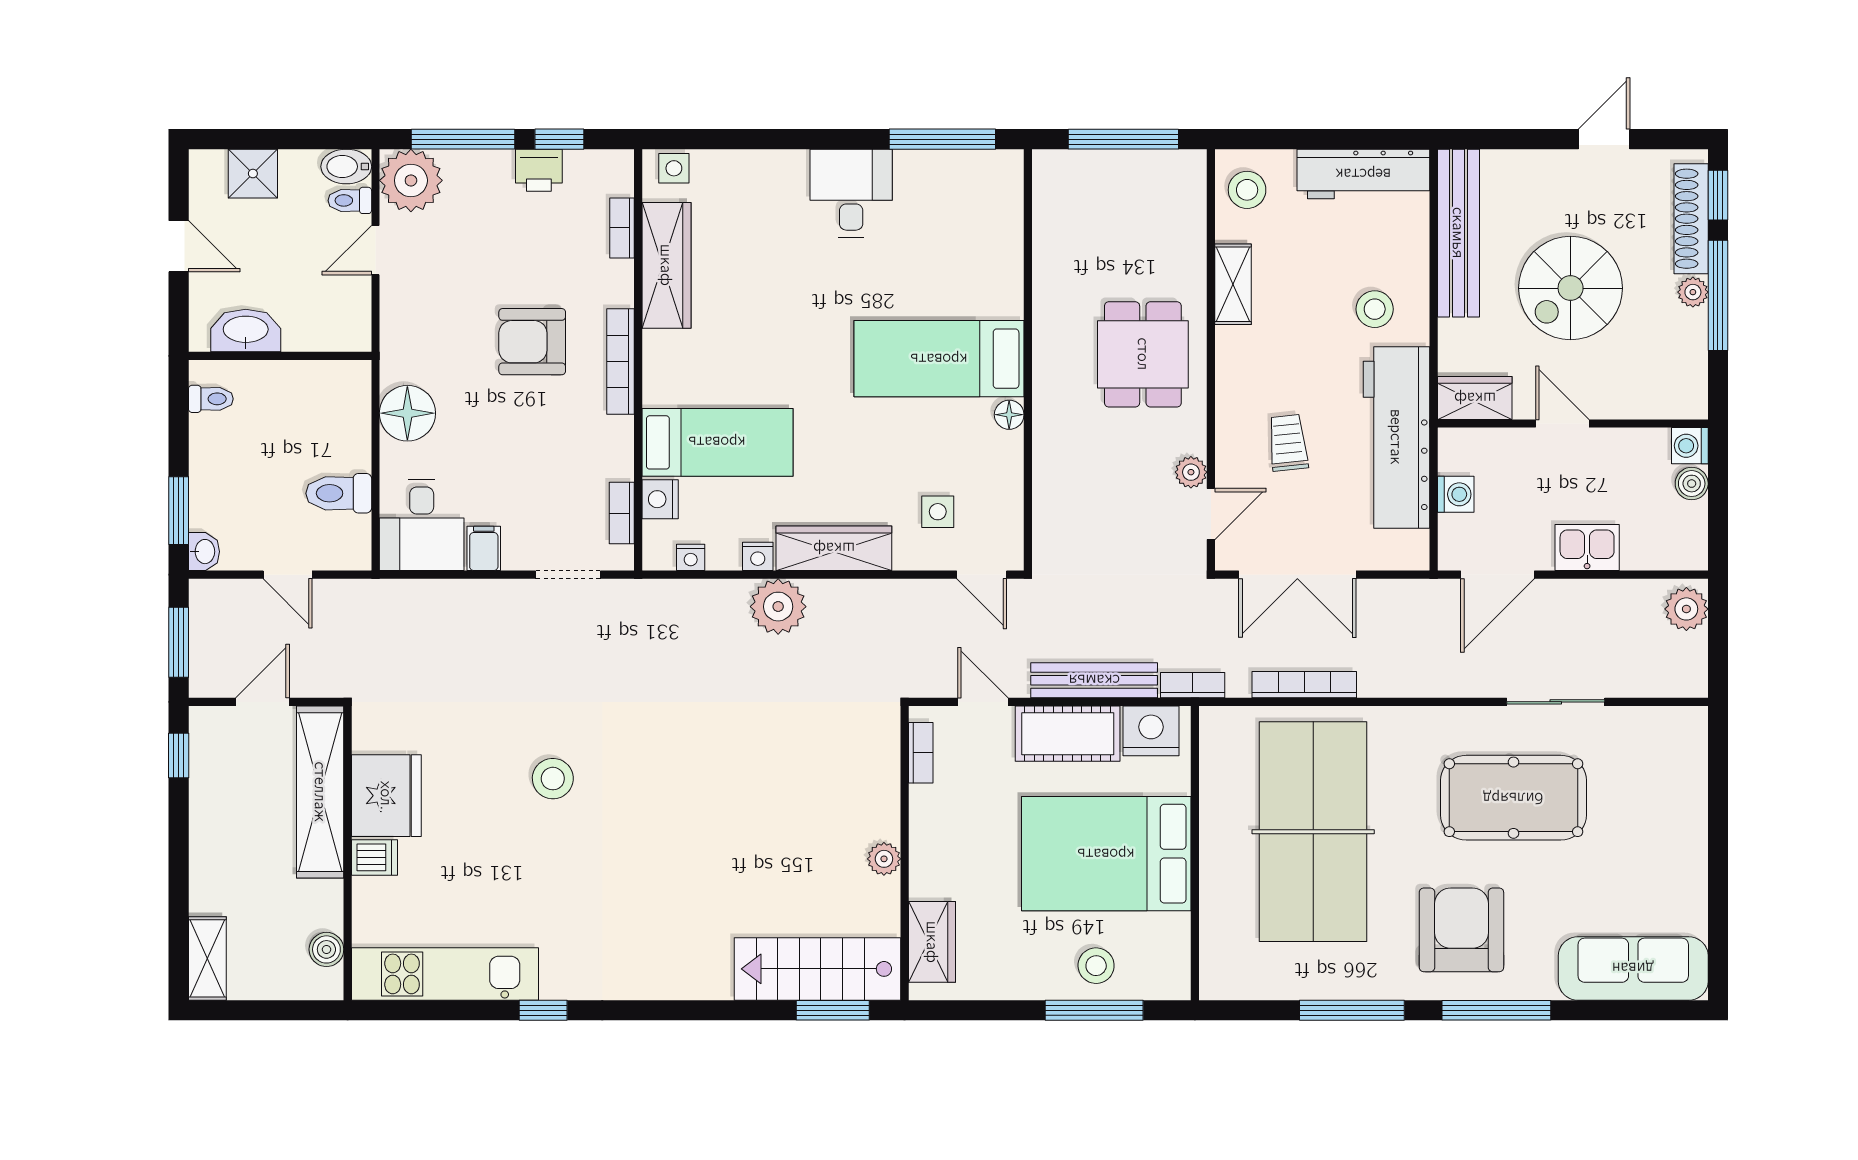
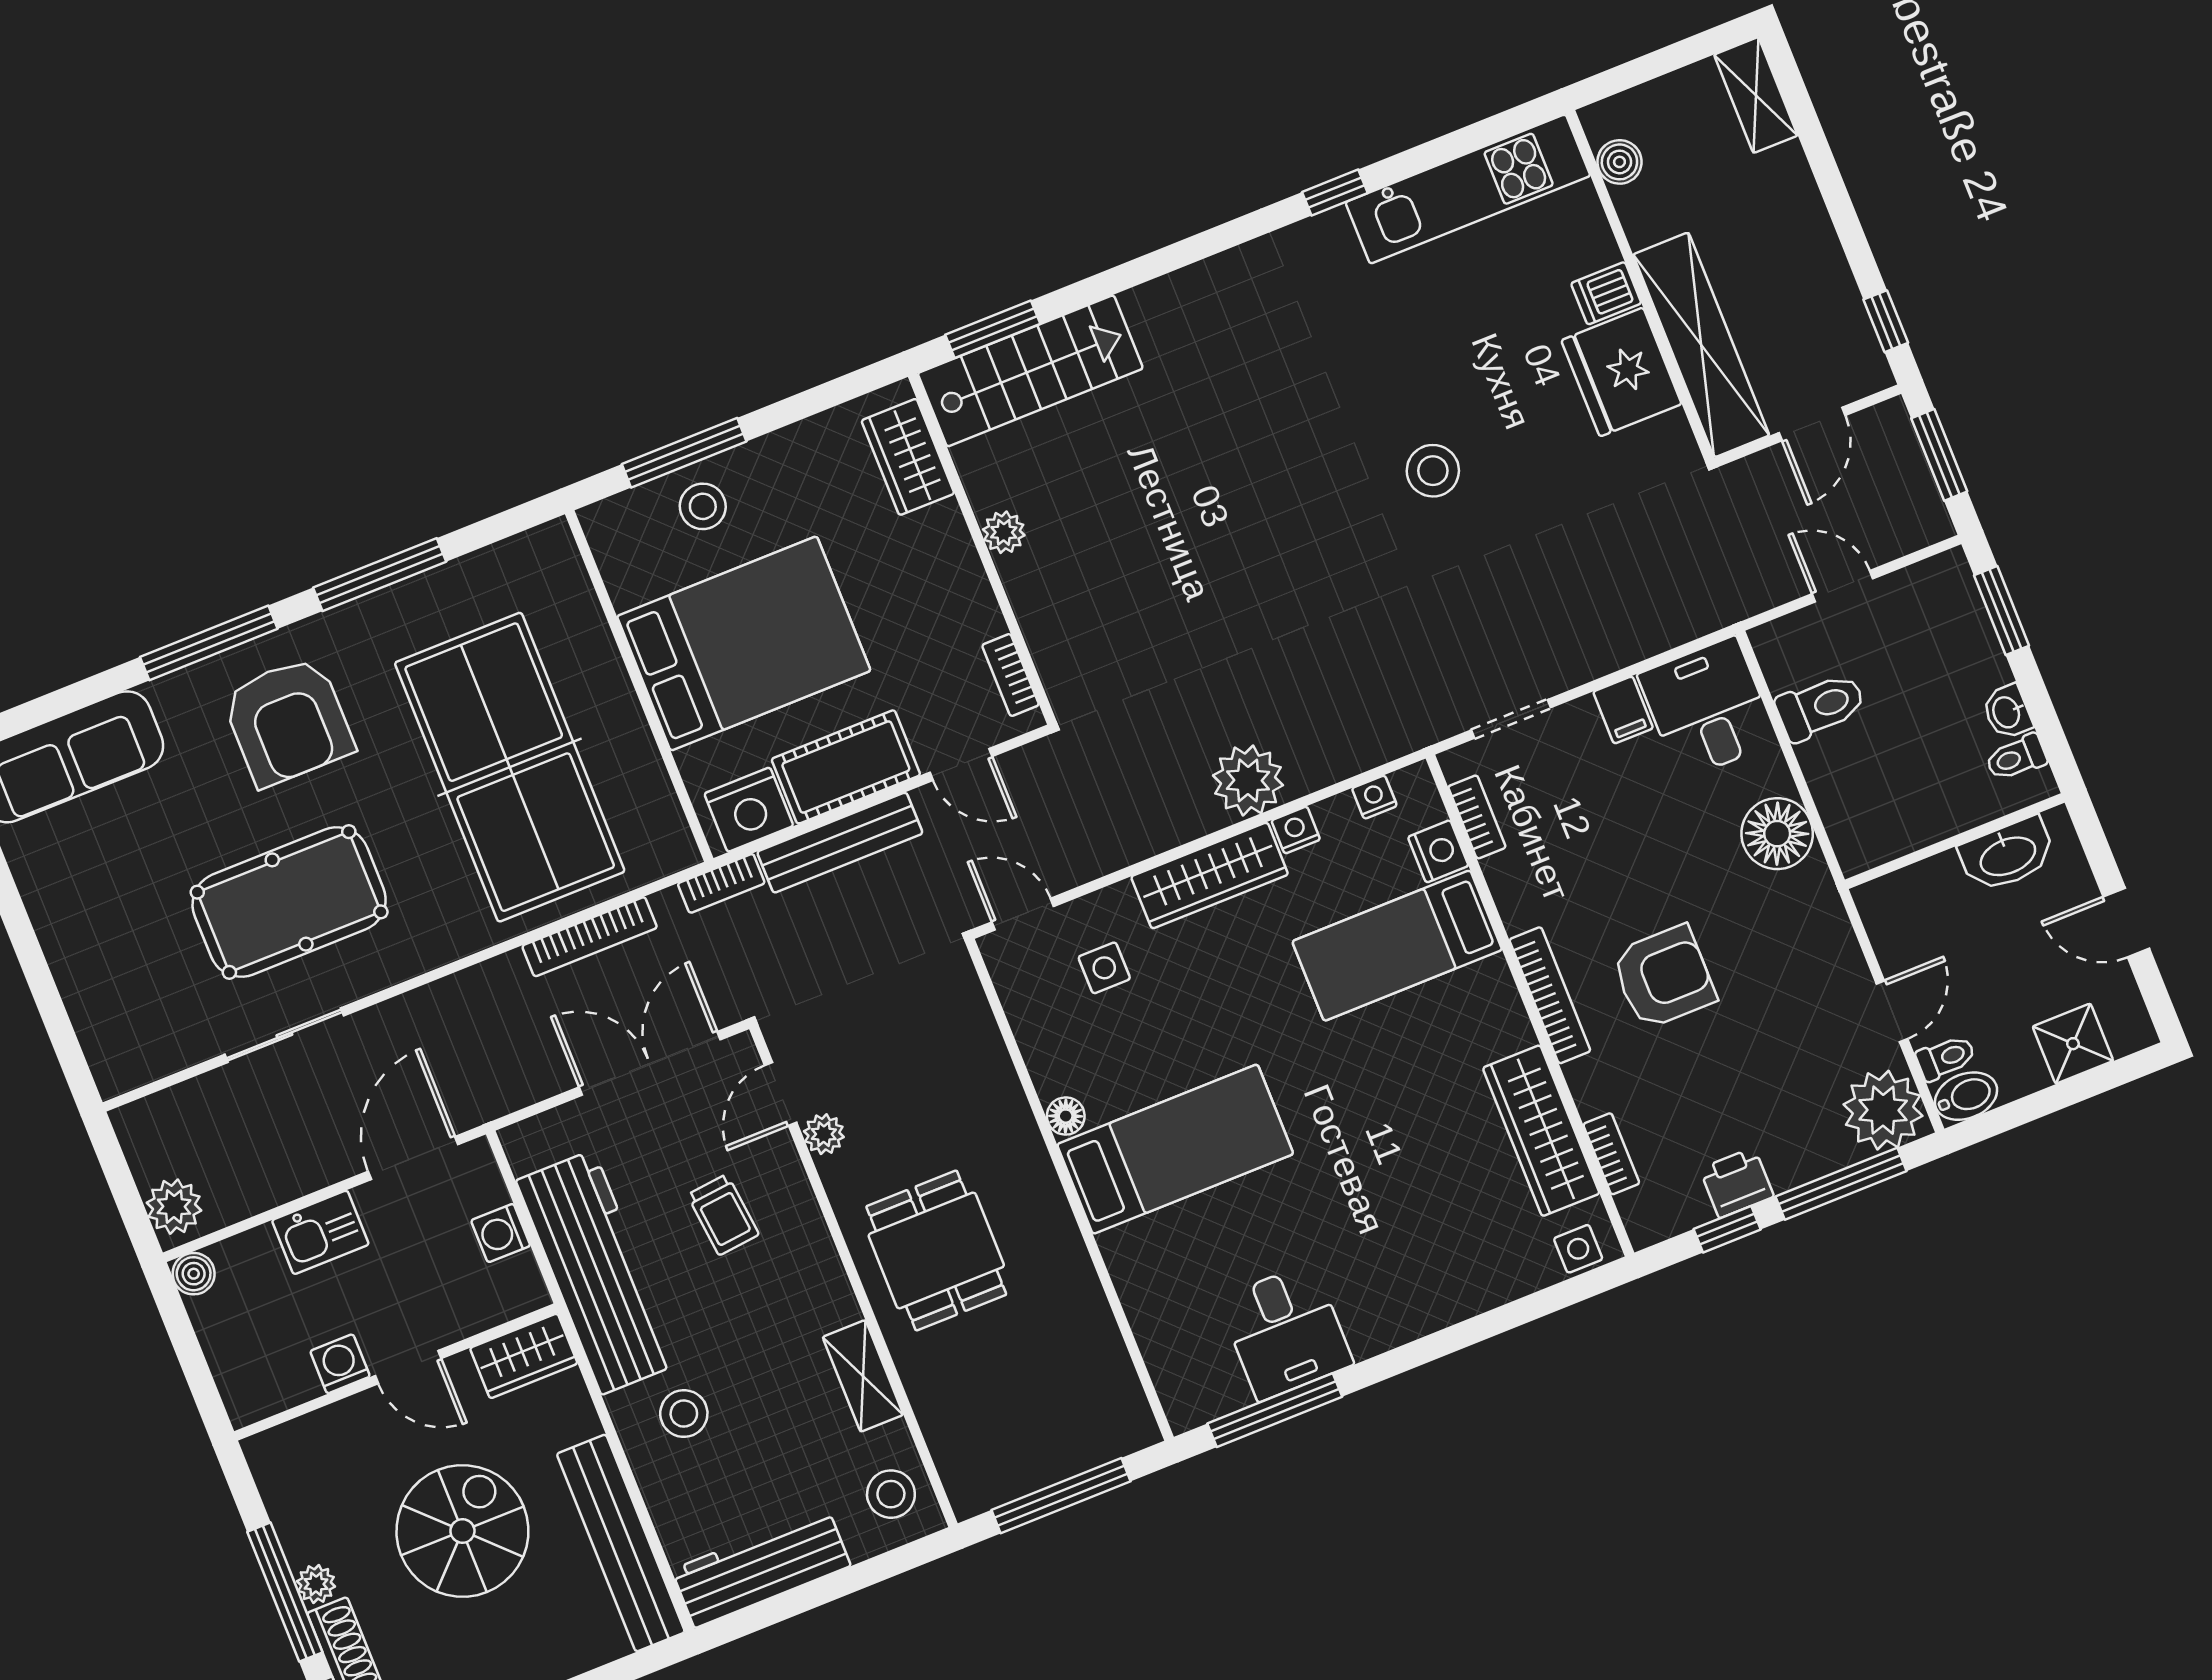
desk: (851, 193) -> (1286, 1332), moved
washing machine: (1690, 446) -> (340, 1364), moved, turned -90
boiler: (1692, 484) -> (194, 1274), moved
washbasin: (204, 552) -> (2007, 712), moved

